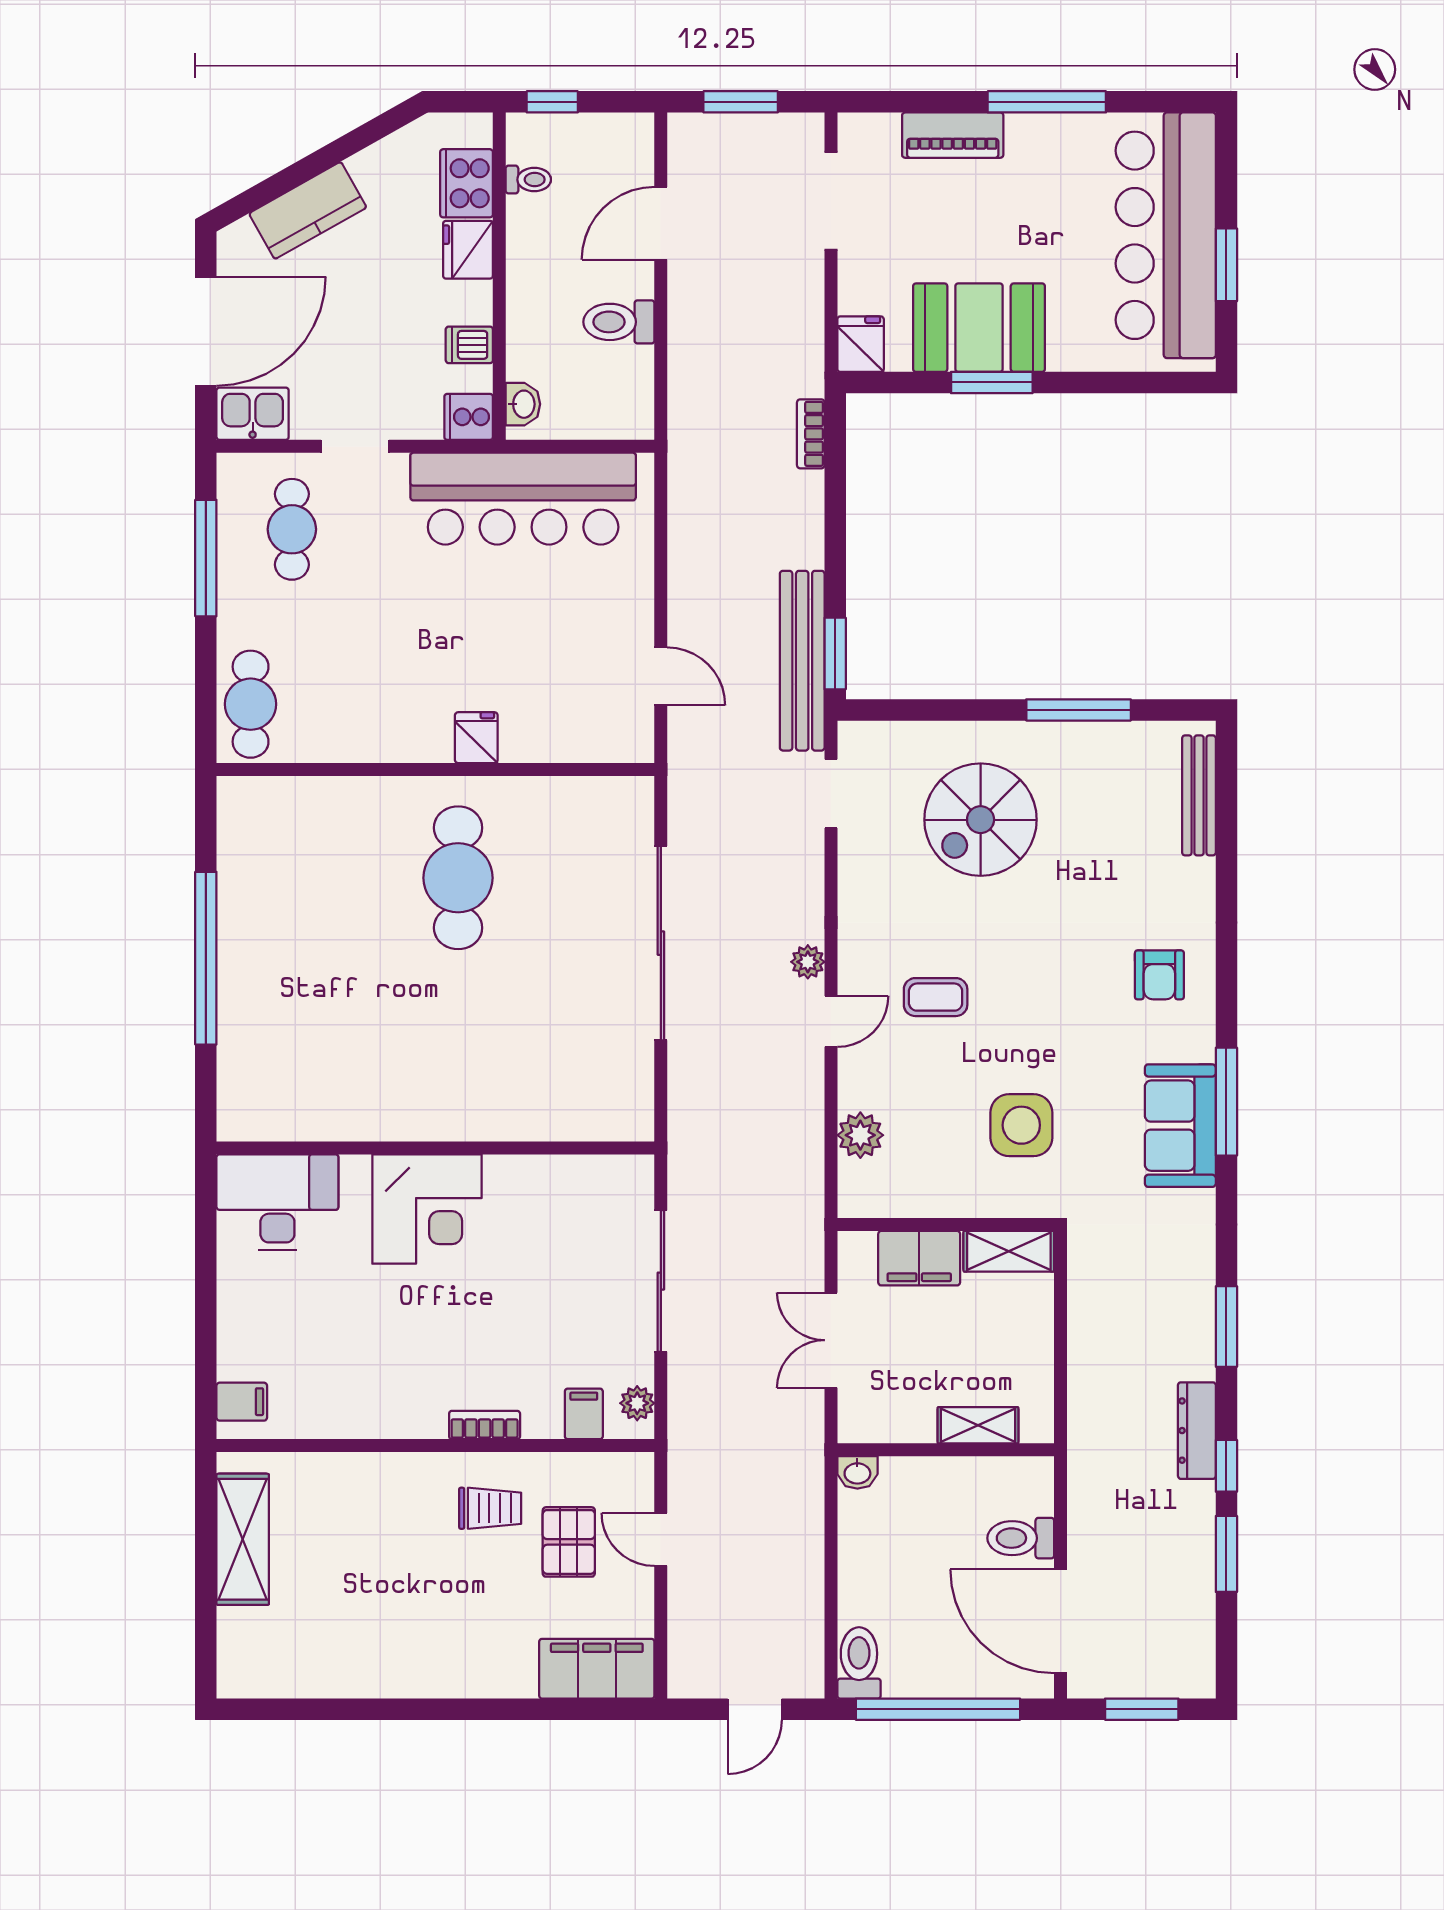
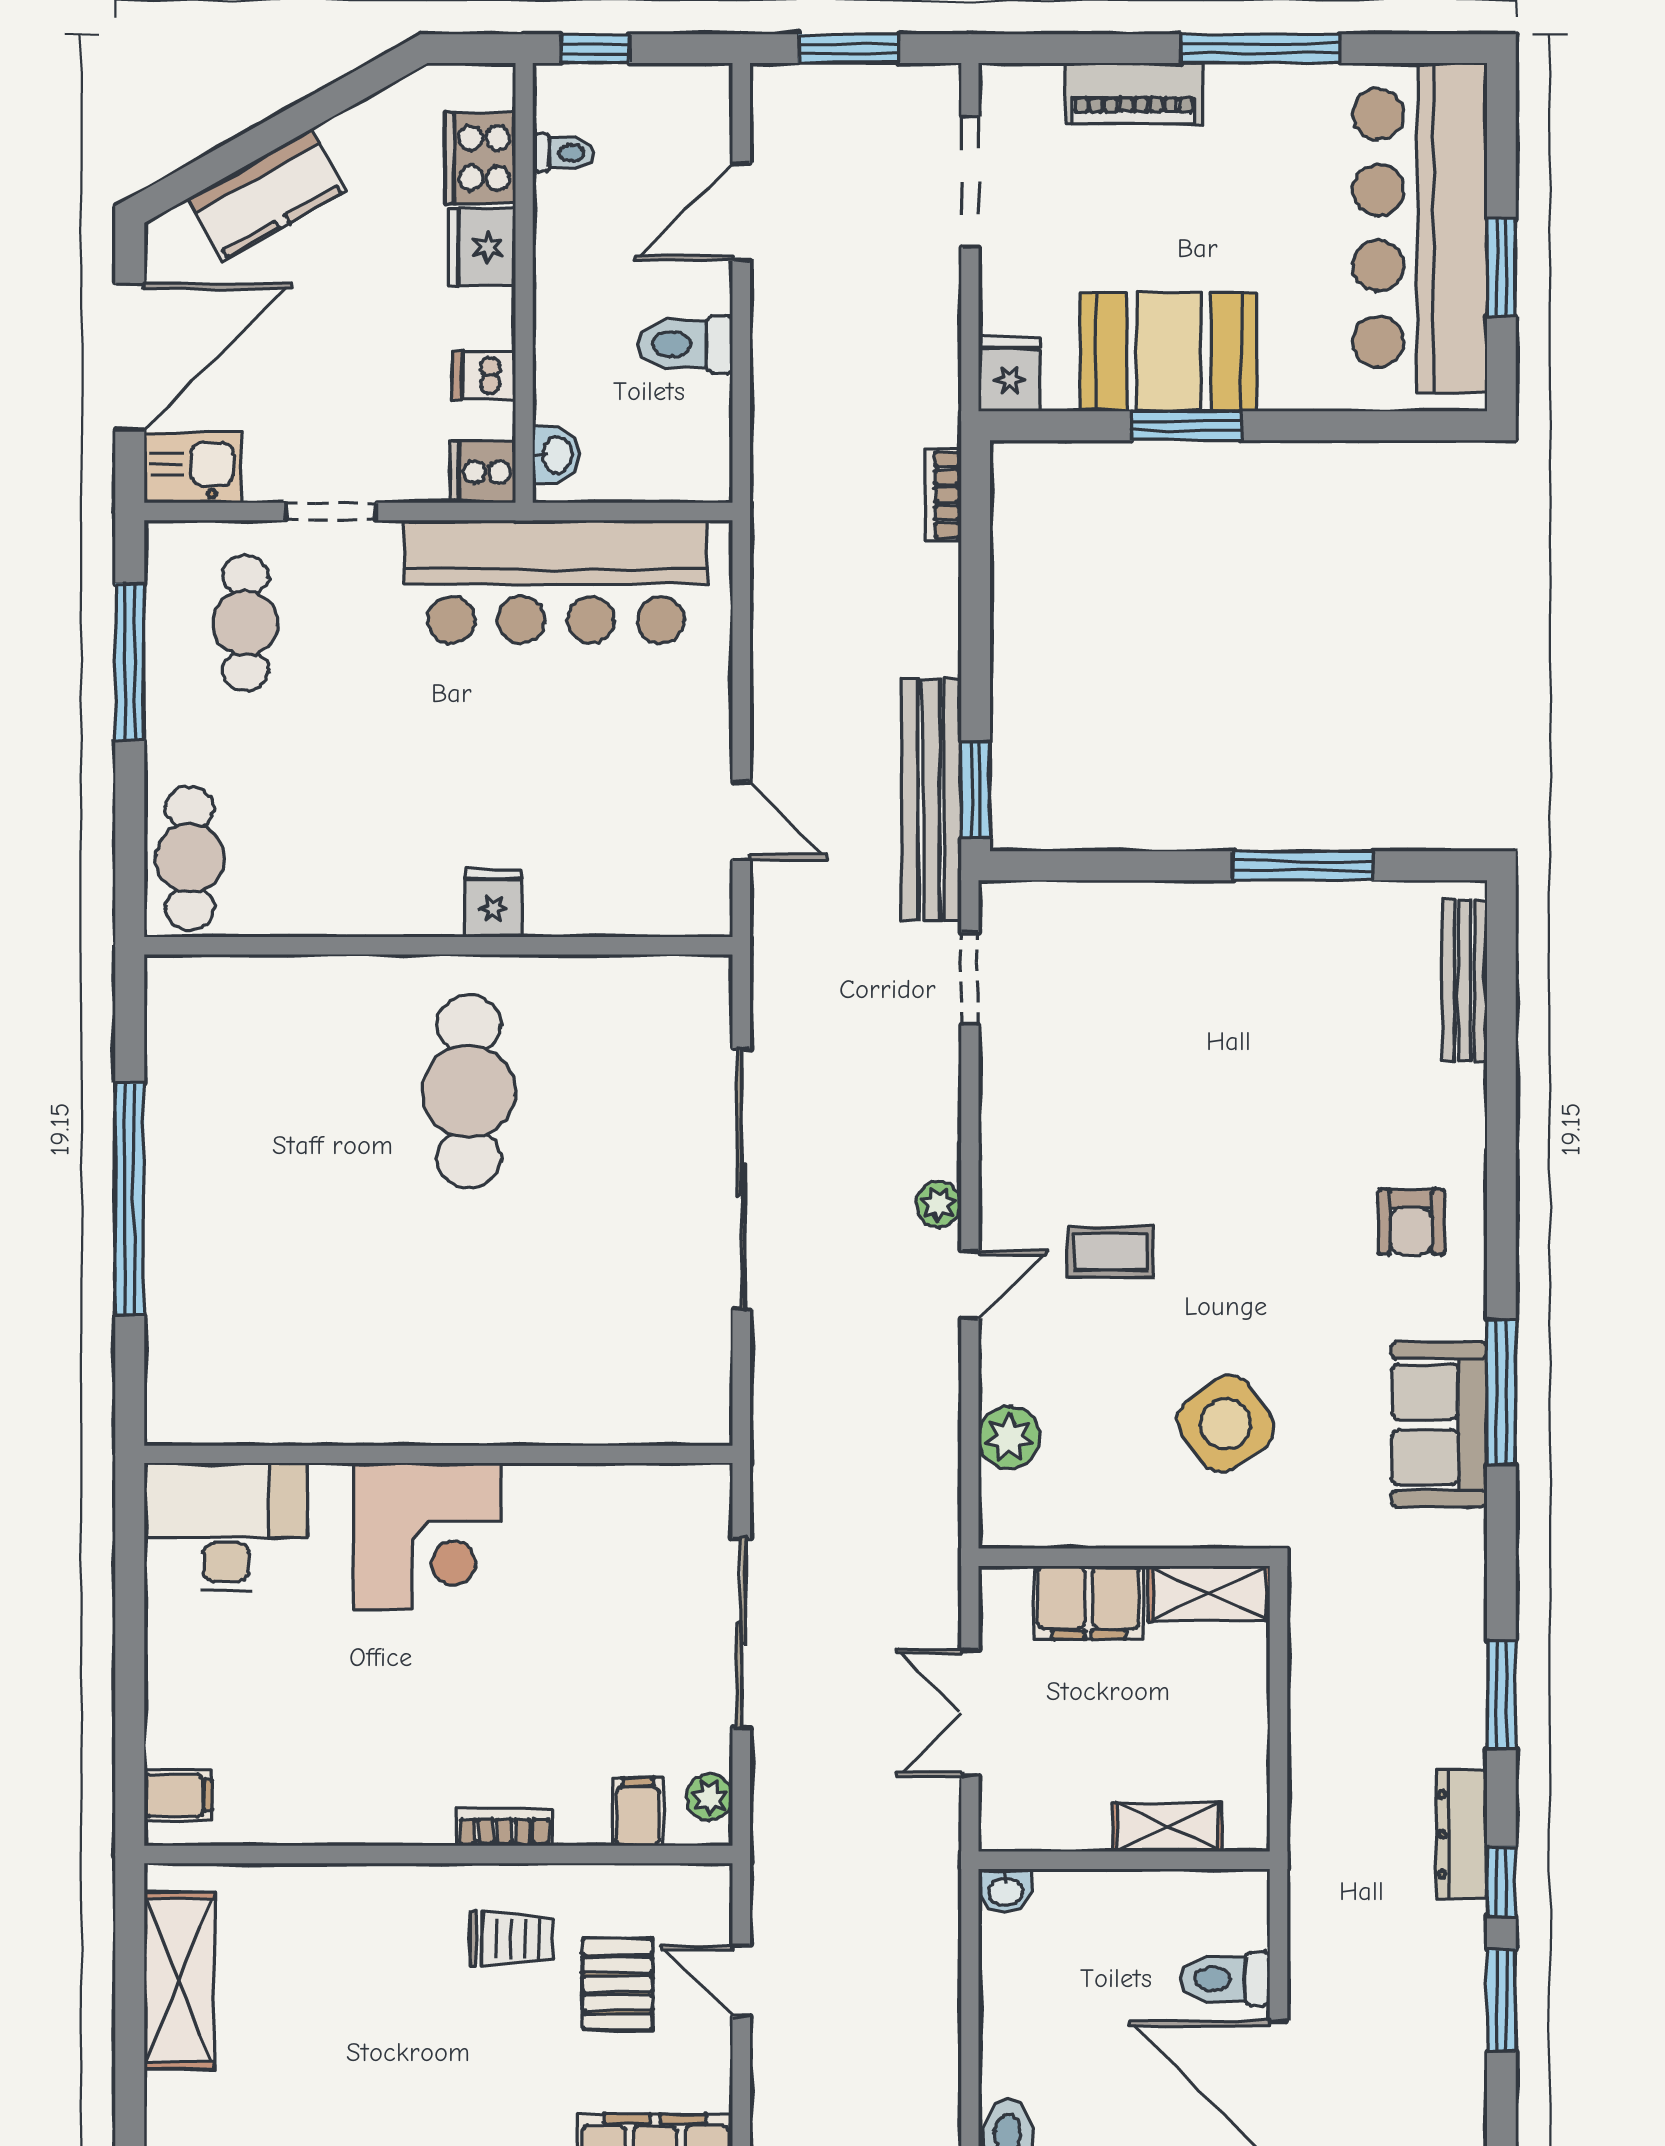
spiral stairs: (981, 820) -> (1171, 1013), removed
side table: (1021, 1125) -> (1226, 1424), turned -36

